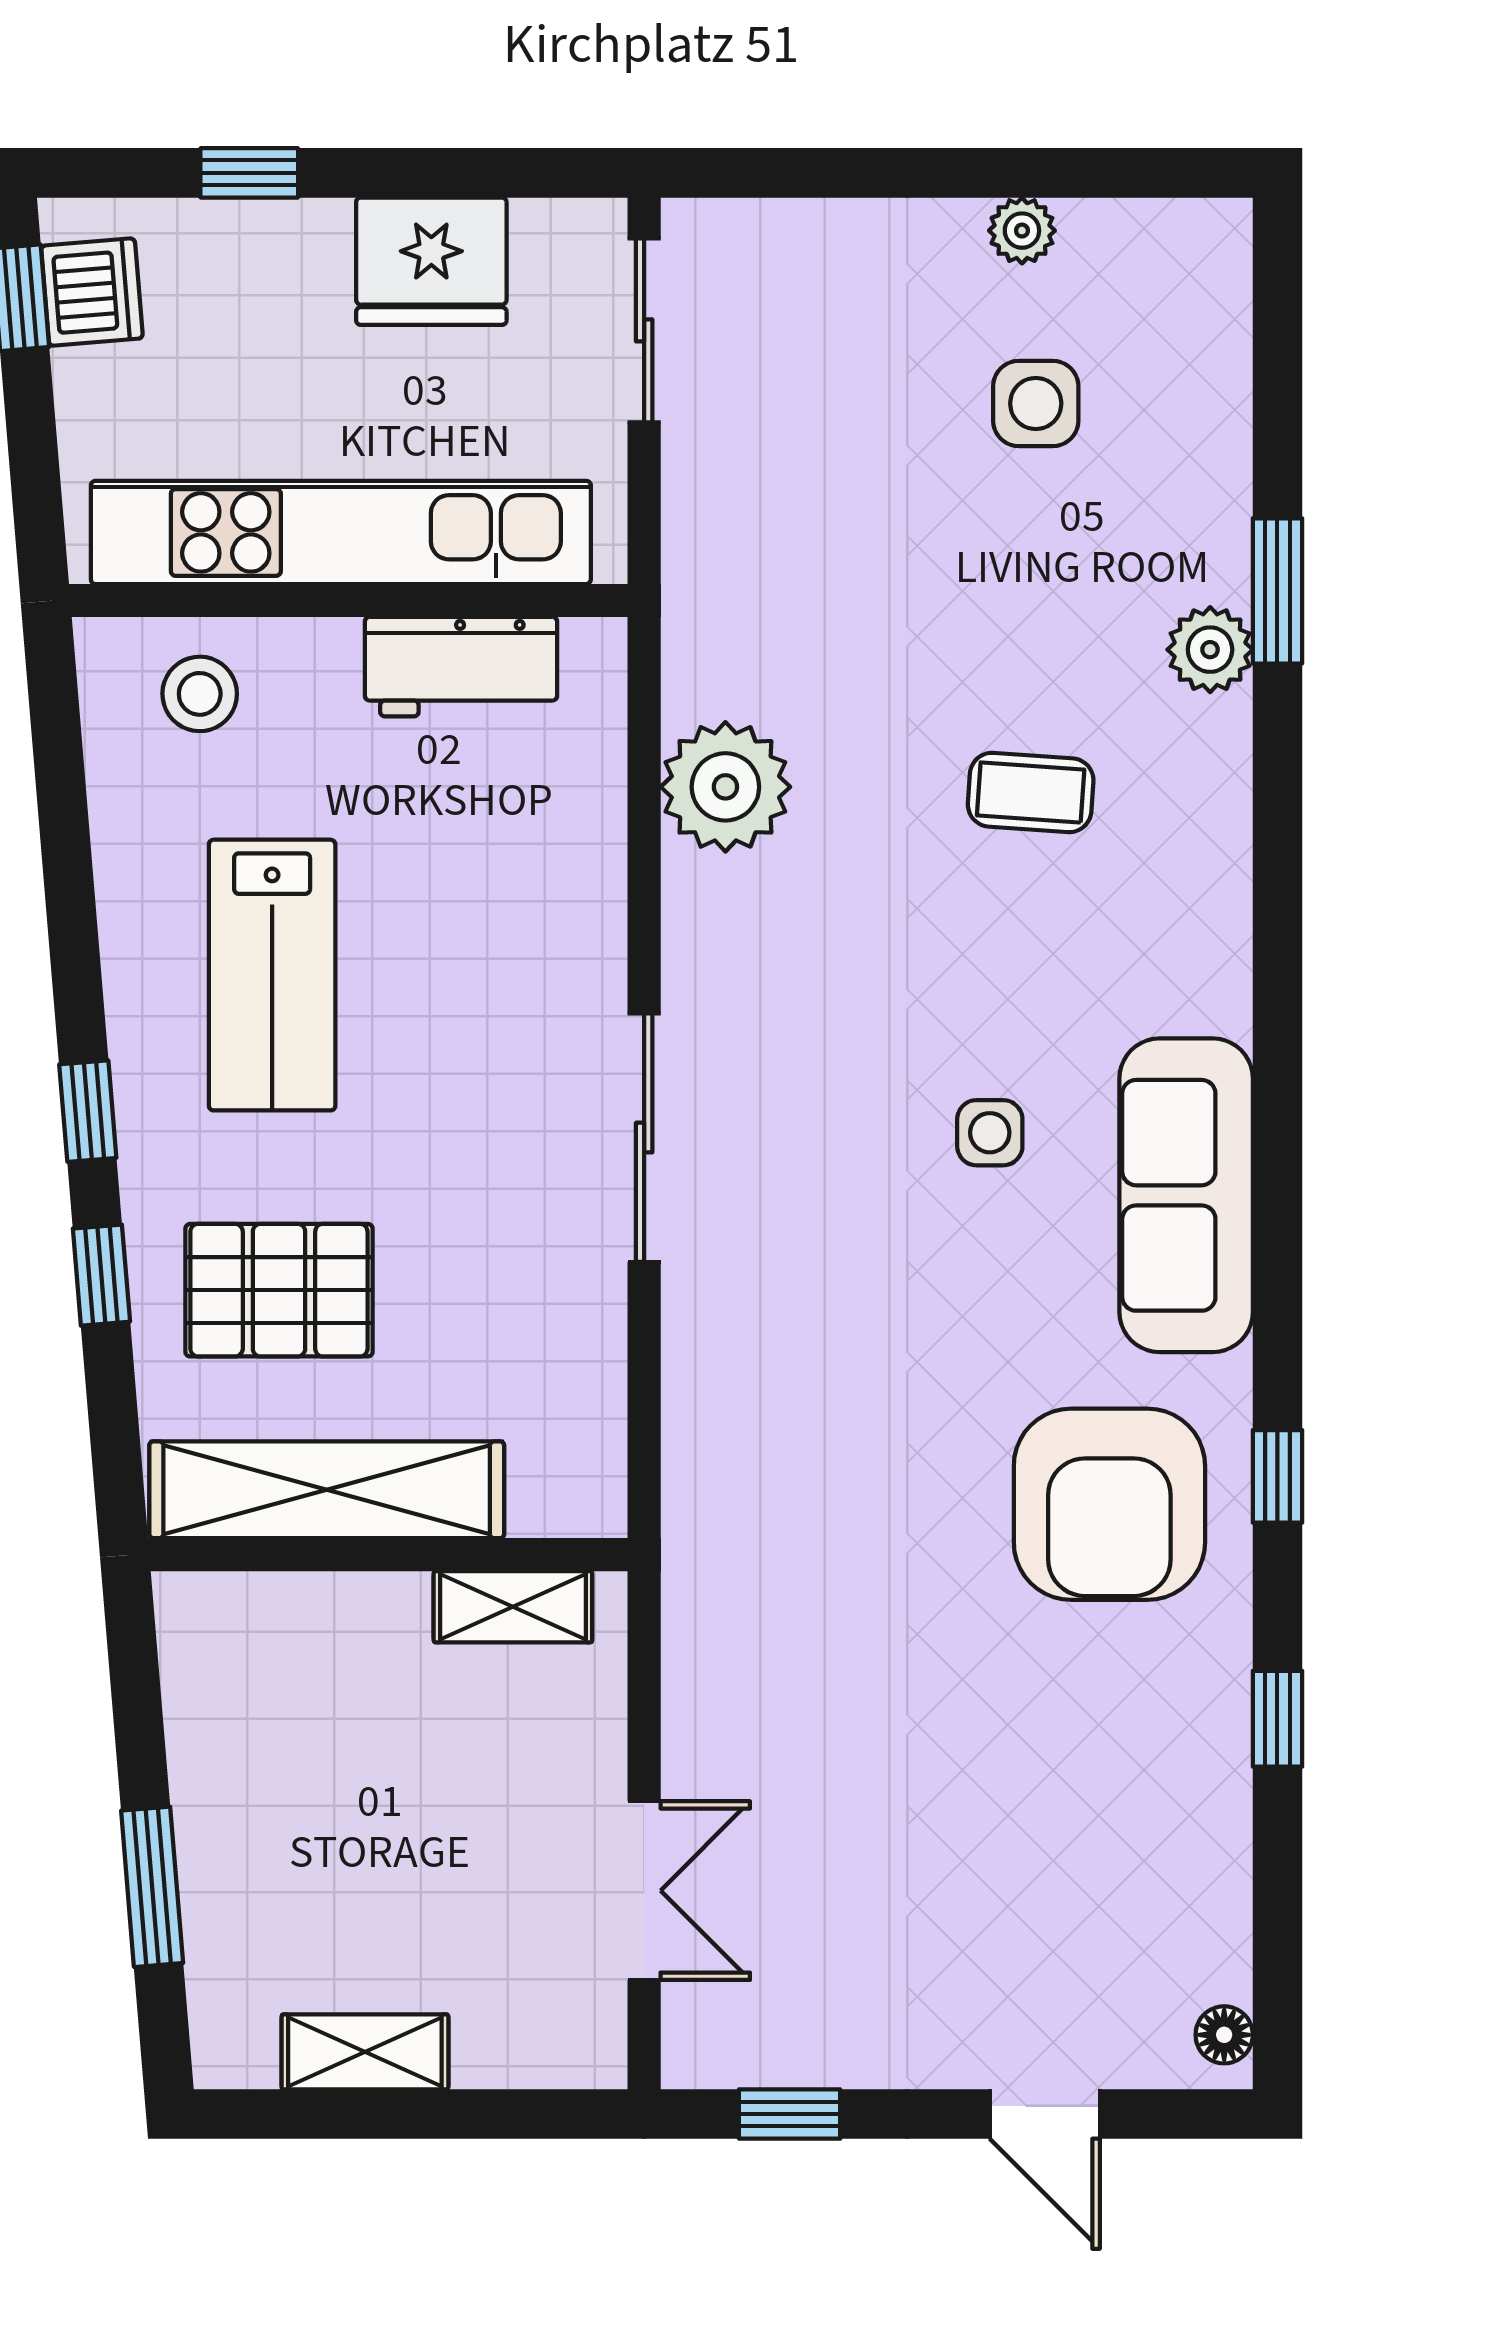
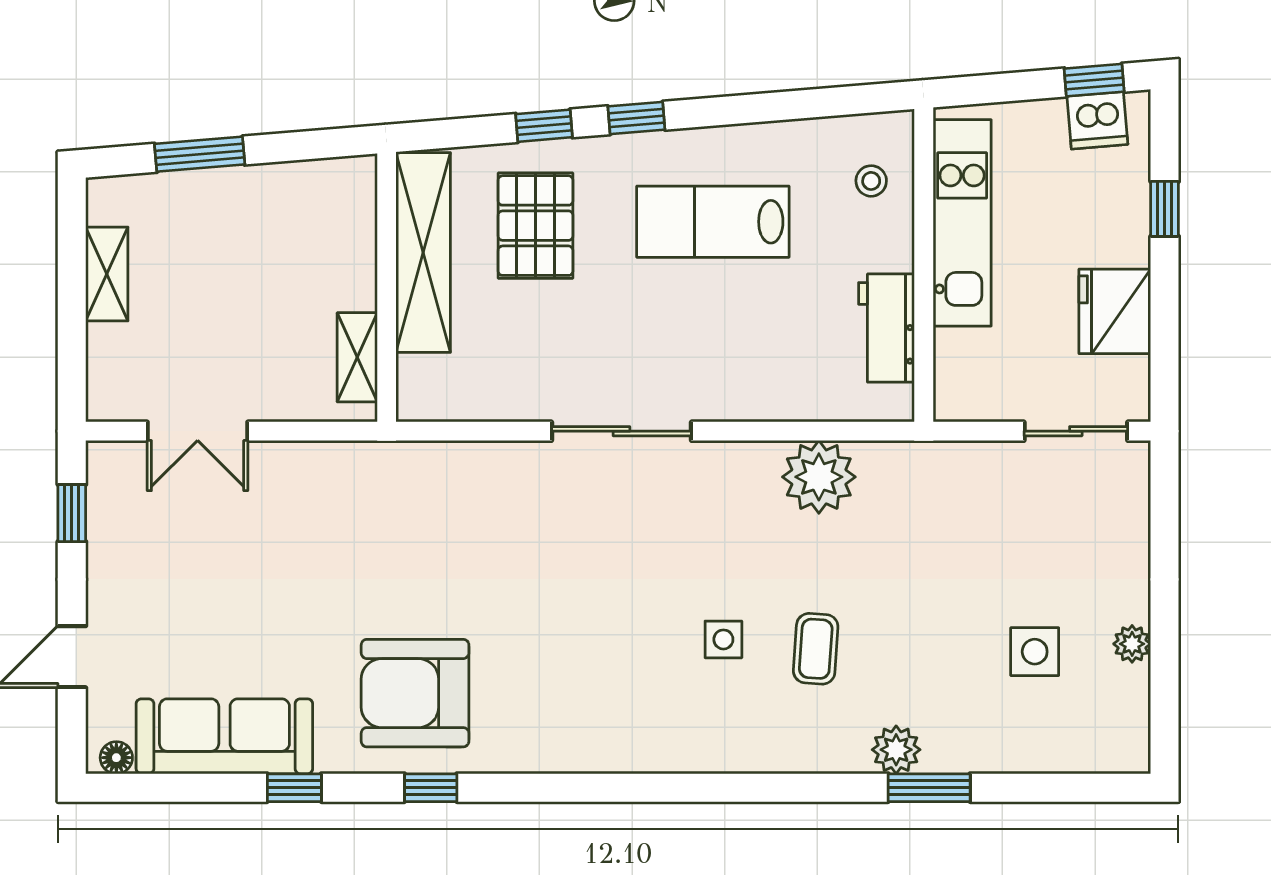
kitchen unit: (341, 532) -> (962, 223), width x0.73
stool: (200, 694) -> (871, 181), width x0.73, depth x0.73
side table: (990, 1133) -> (723, 639), moved
sofa: (1186, 1195) -> (224, 736), moved

